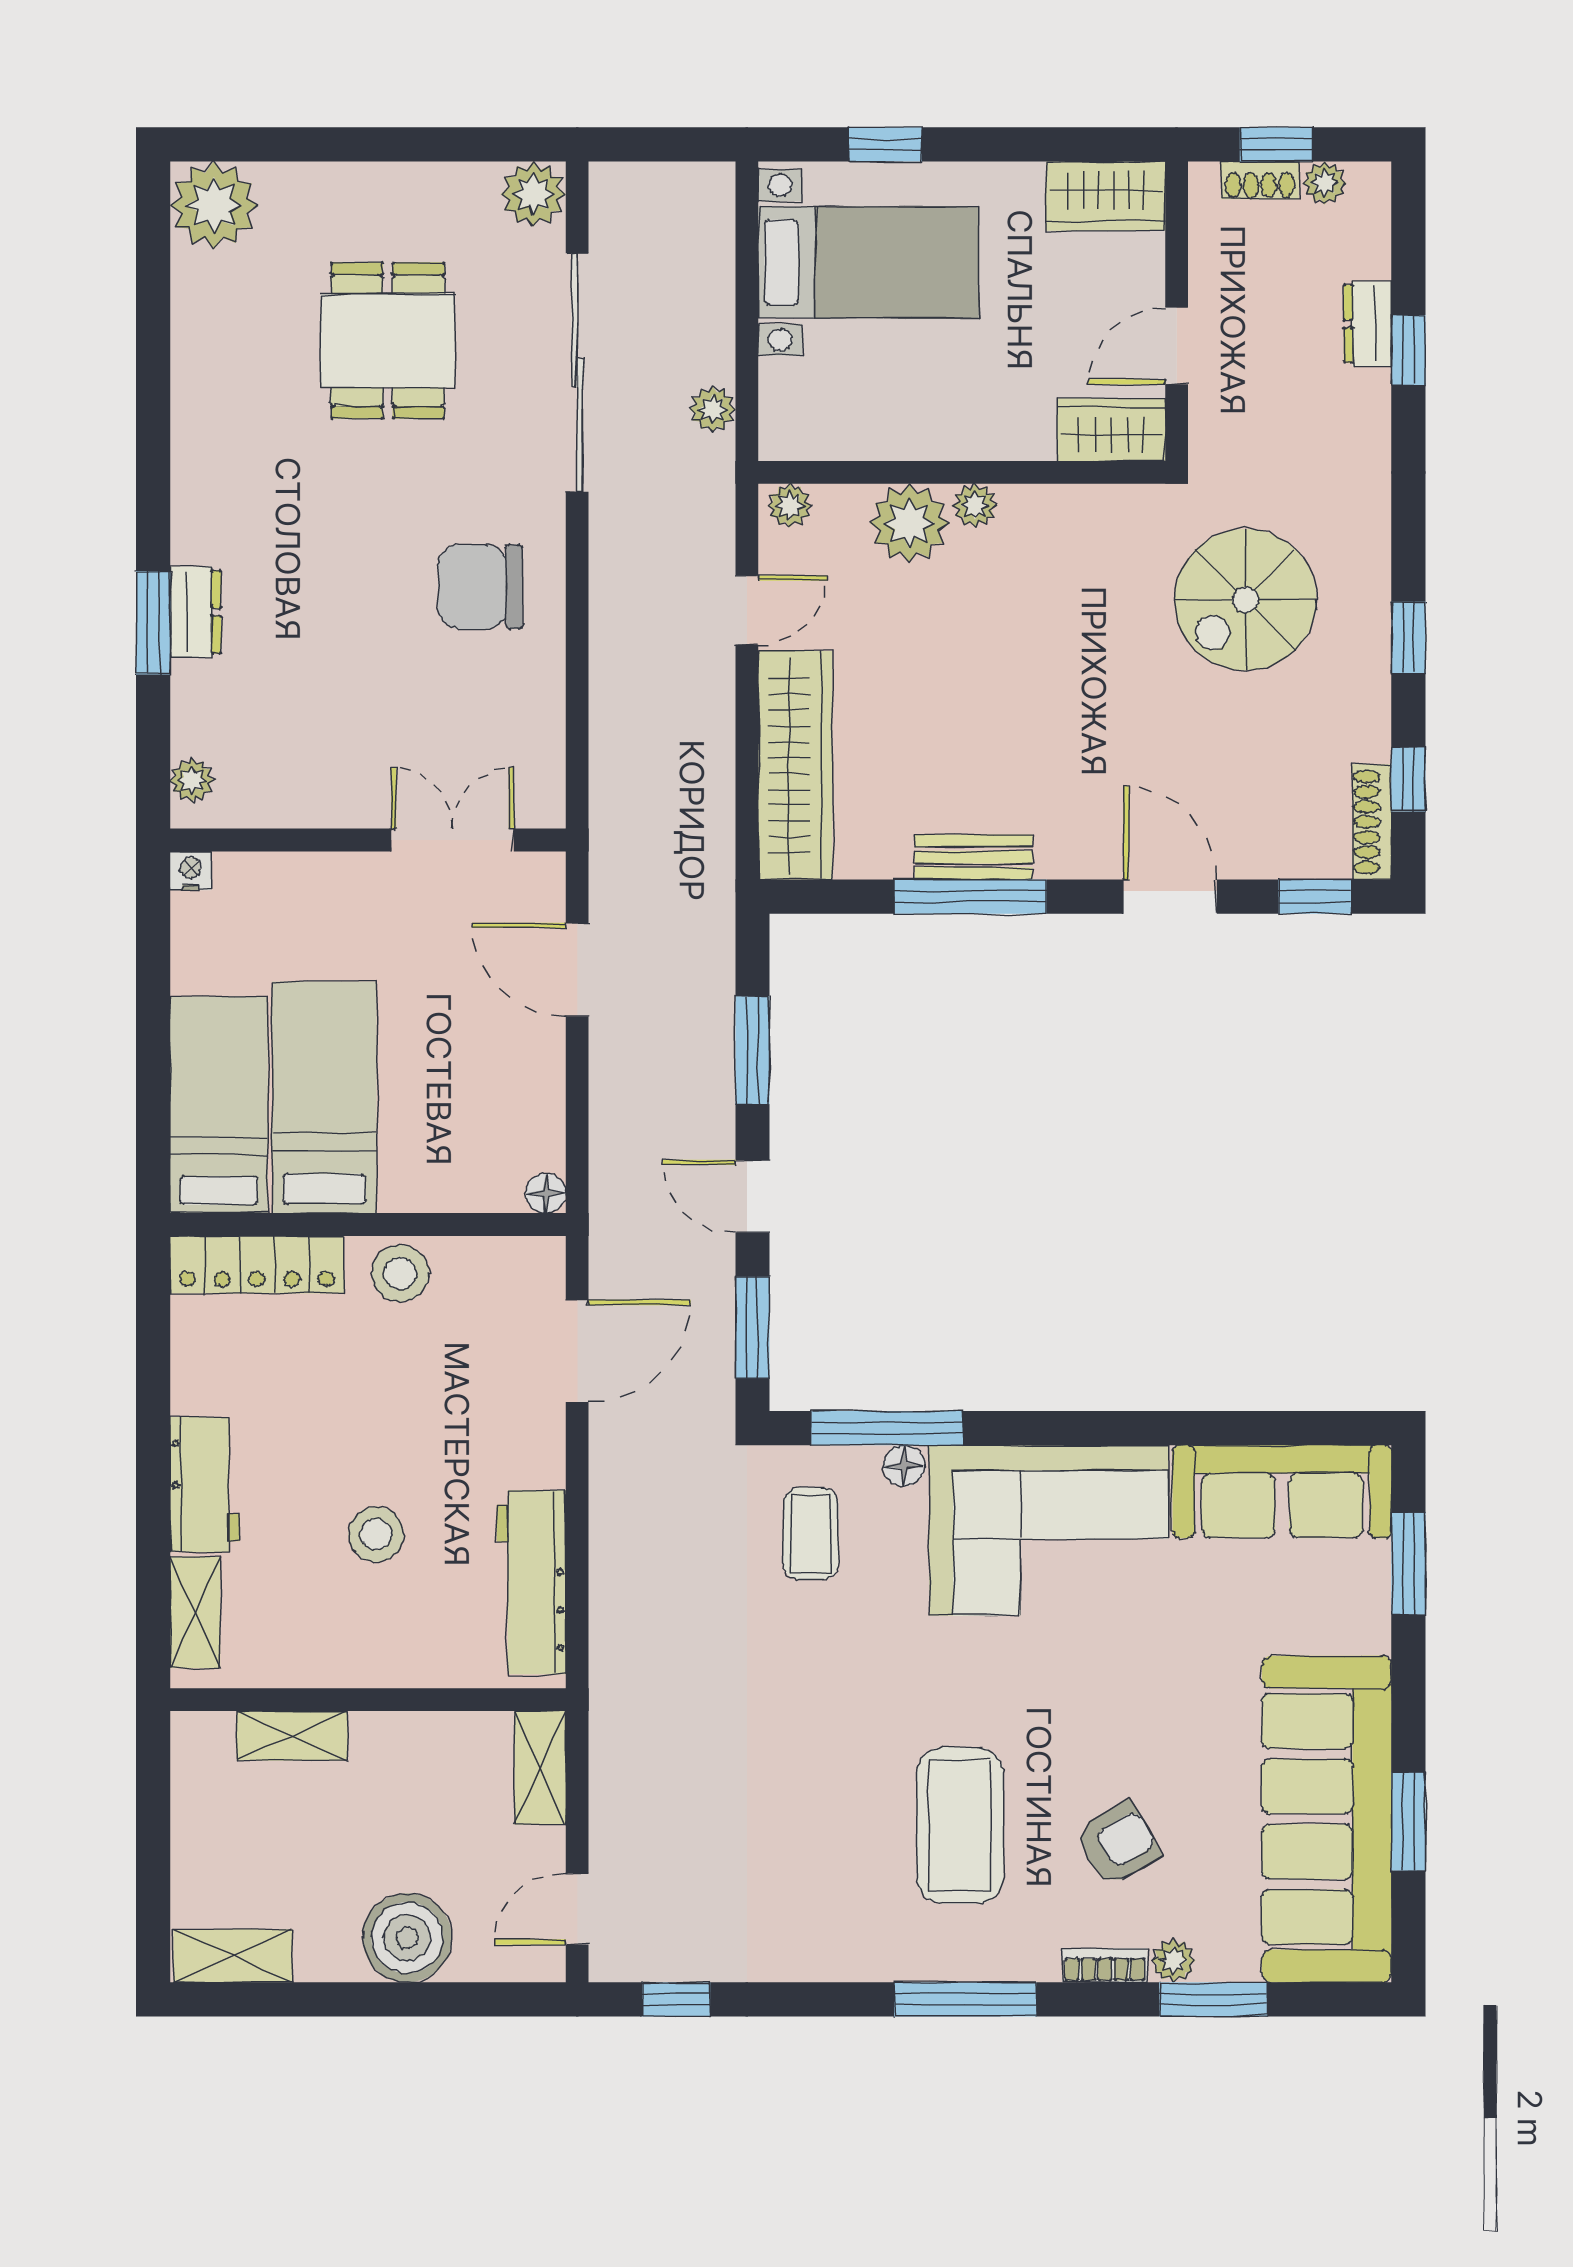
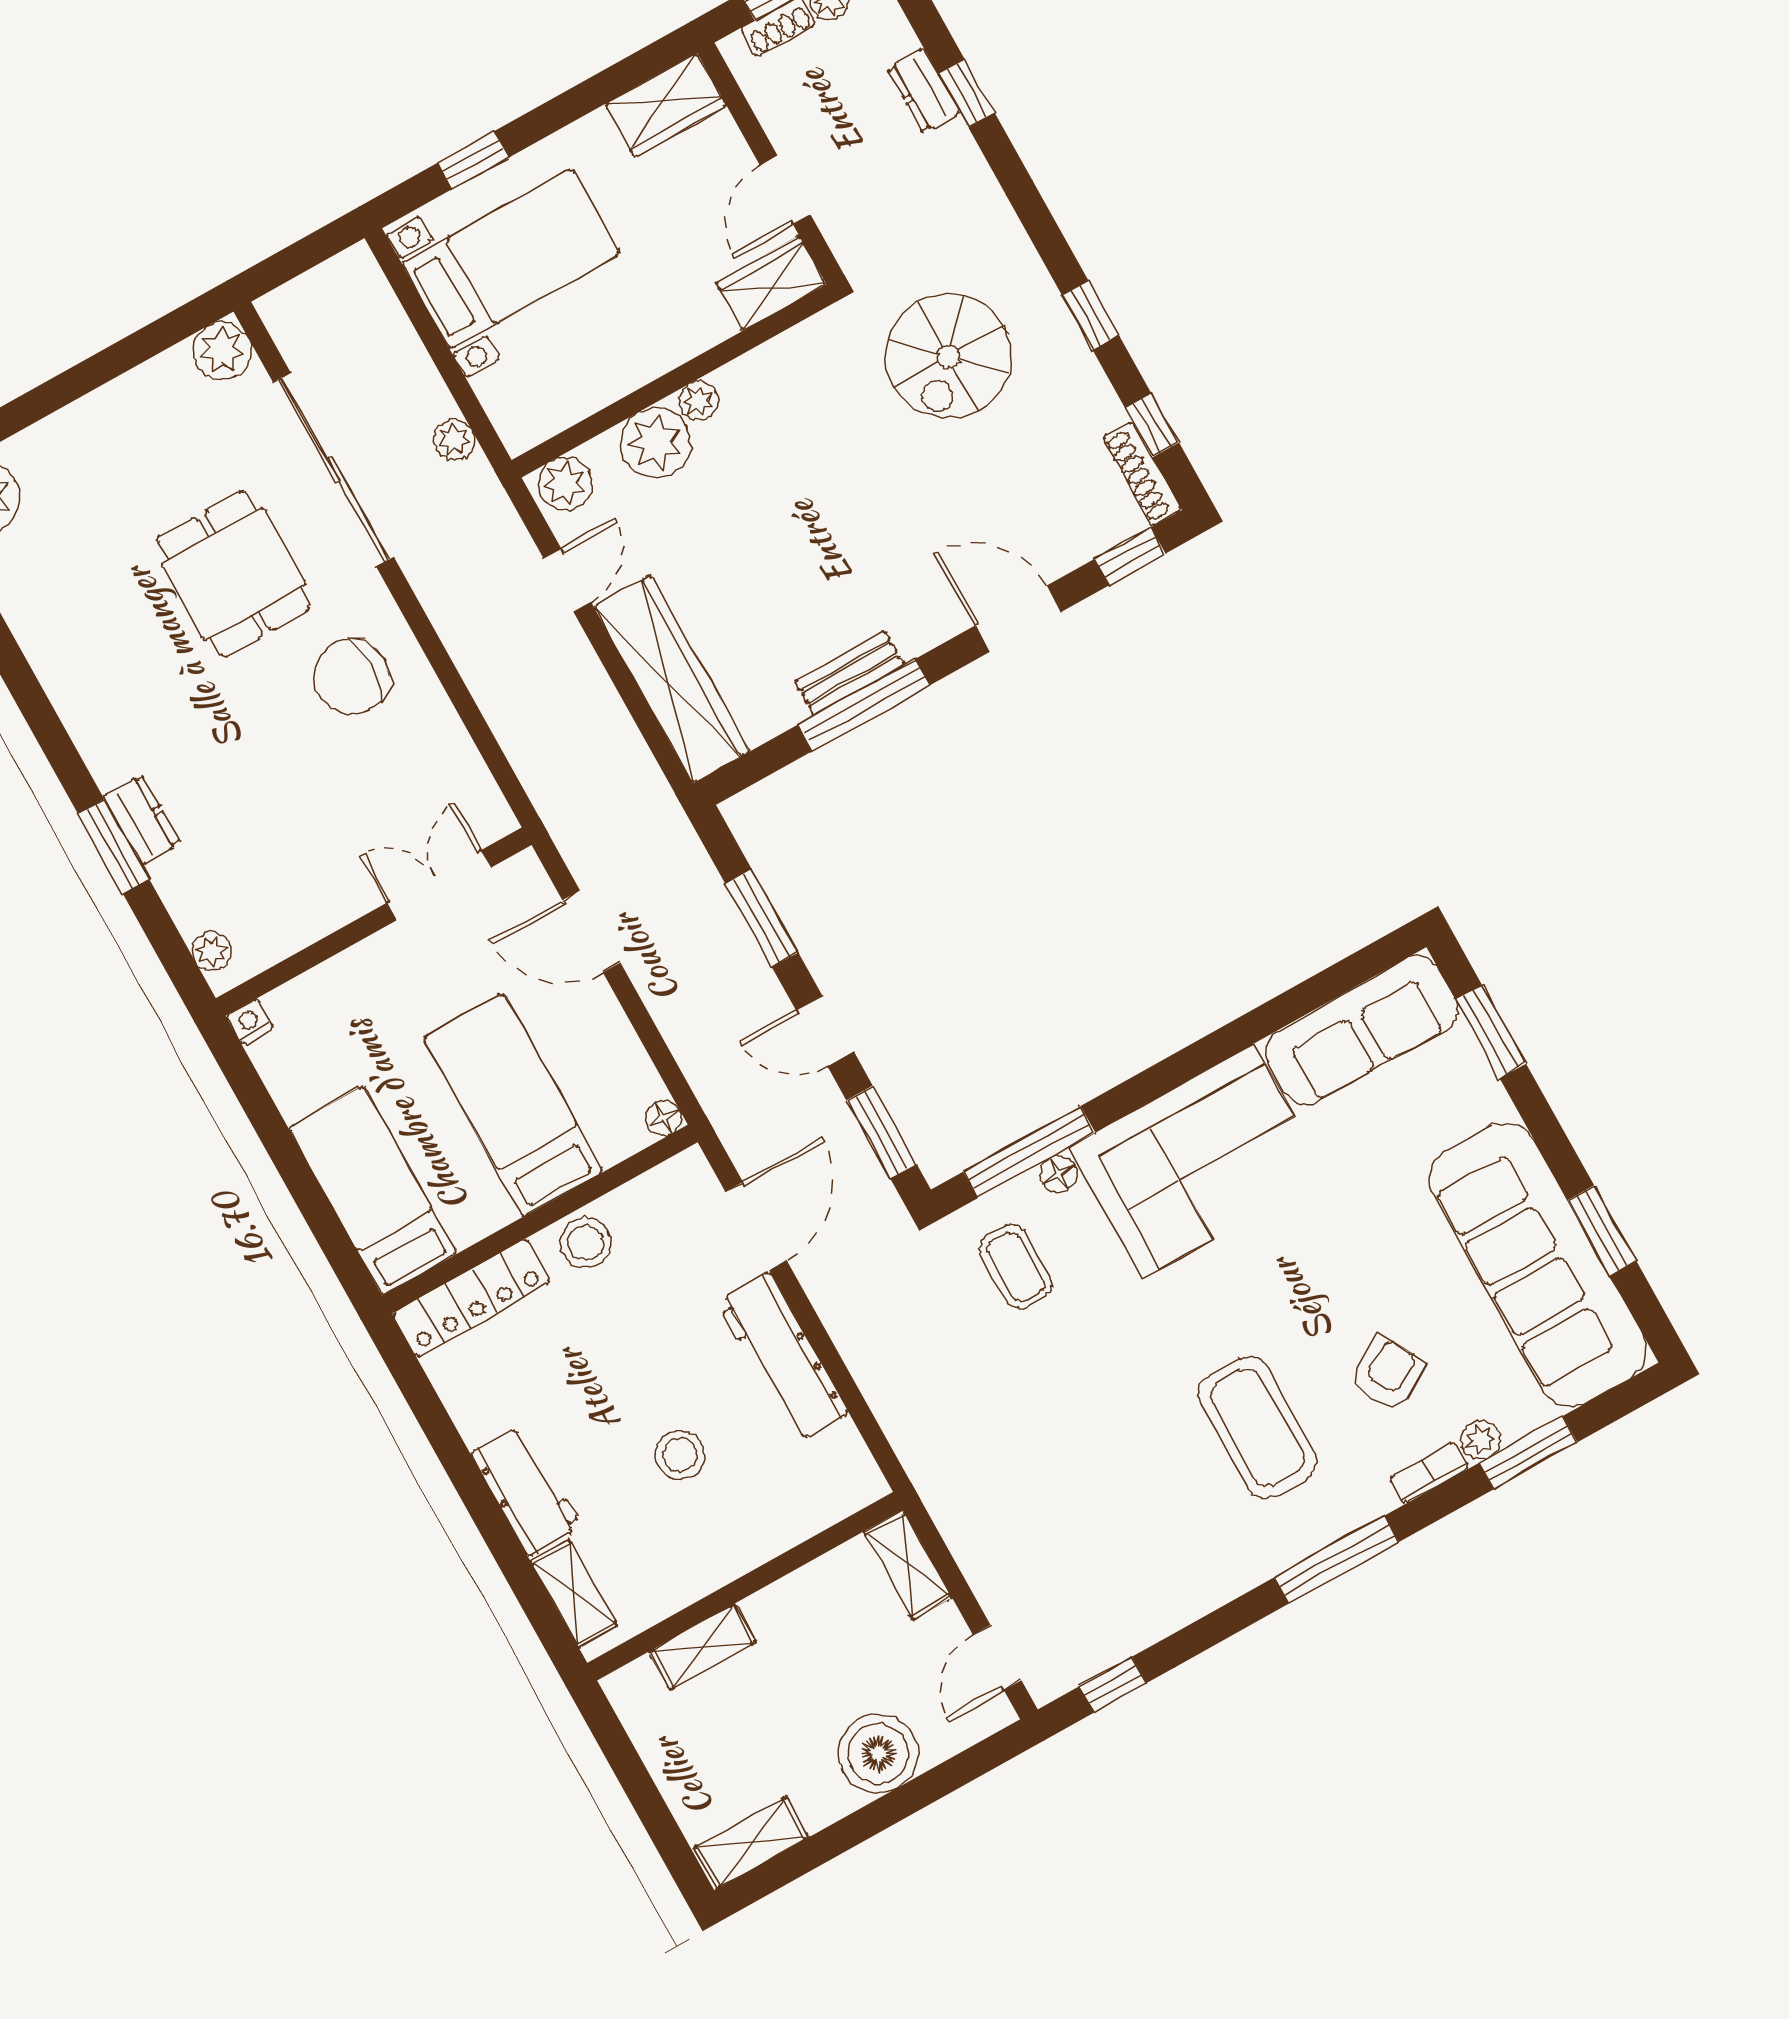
dining table: (388, 341) -> (233, 574), moved
plant: (790, 506) -> (565, 484), width x1.38, depth x1.38
bed: (324, 1097) -> (513, 1105), moved
workbench: (531, 1582) -> (783, 1357), moved

